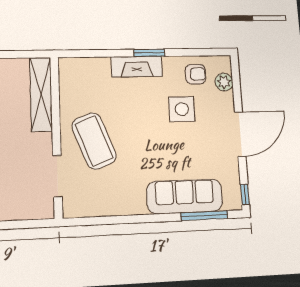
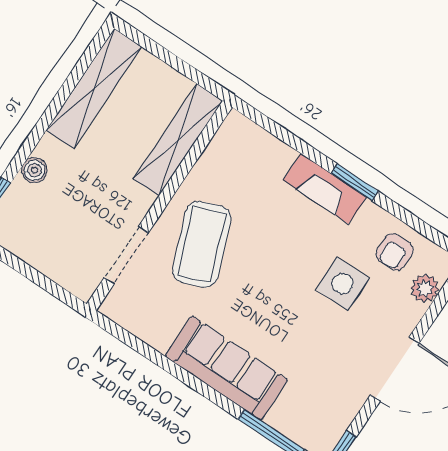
armchair: (196, 74) -> (395, 252), turned 90
sofa: (185, 196) -> (226, 368), moved

